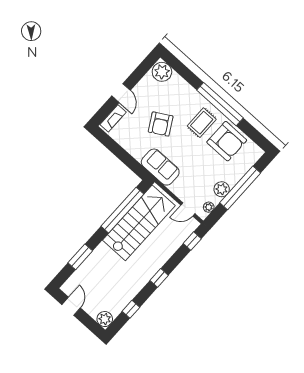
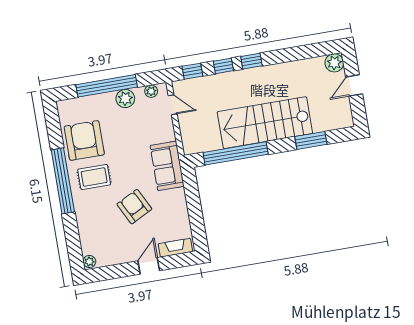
plant: (162, 72) -> (89, 262), width x0.53, depth x0.53
armchair: (161, 124) -> (134, 207), turned -87
stairs: (139, 223) -> (265, 123), moved
door: (71, 306) -> (354, 85), moved
window: (131, 309) -> (223, 66), moved

